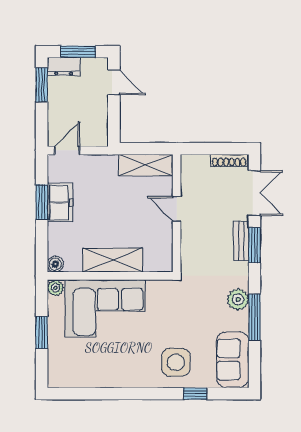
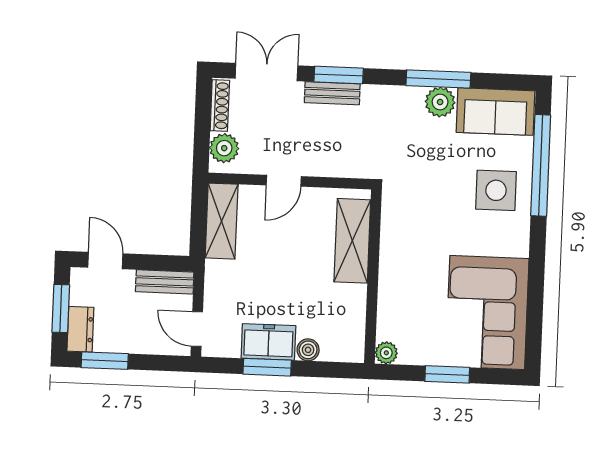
door: (114, 82) -> (105, 261), hinge flipped
bench: (100, 126) -> (165, 282), added
plant: (198, 165) -> (224, 148), added
shelving: (113, 260) -> (352, 241), moved
boiler: (55, 264) -> (308, 350), moved
plant: (238, 299) -> (440, 102), moved
corner sofa: (105, 308) -> (487, 313), moved, turned 180
window: (195, 394) -> (541, 165), width x3.17

